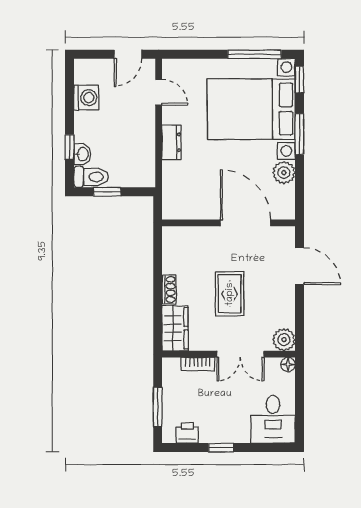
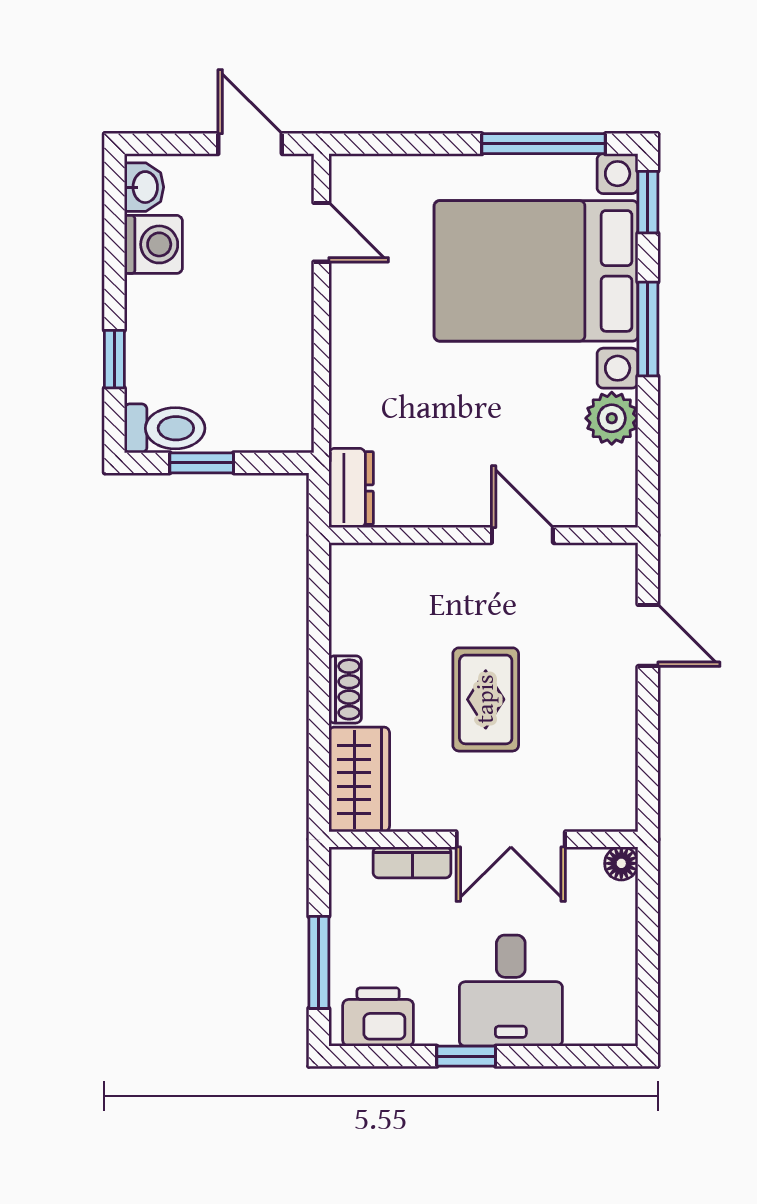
door: (128, 54) -> (250, 144), swing flipped
dresser: (172, 142) -> (351, 488), moved
washbasin: (82, 154) -> (144, 187), moved
door: (245, 223) -> (522, 535), width x0.53
door: (299, 266) -> (648, 635), width x0.73
plant: (284, 340) -> (612, 806), removed
desk: (273, 419) -> (511, 991), moved
printer: (187, 433) -> (378, 1017), width x1.36, depth x1.24

